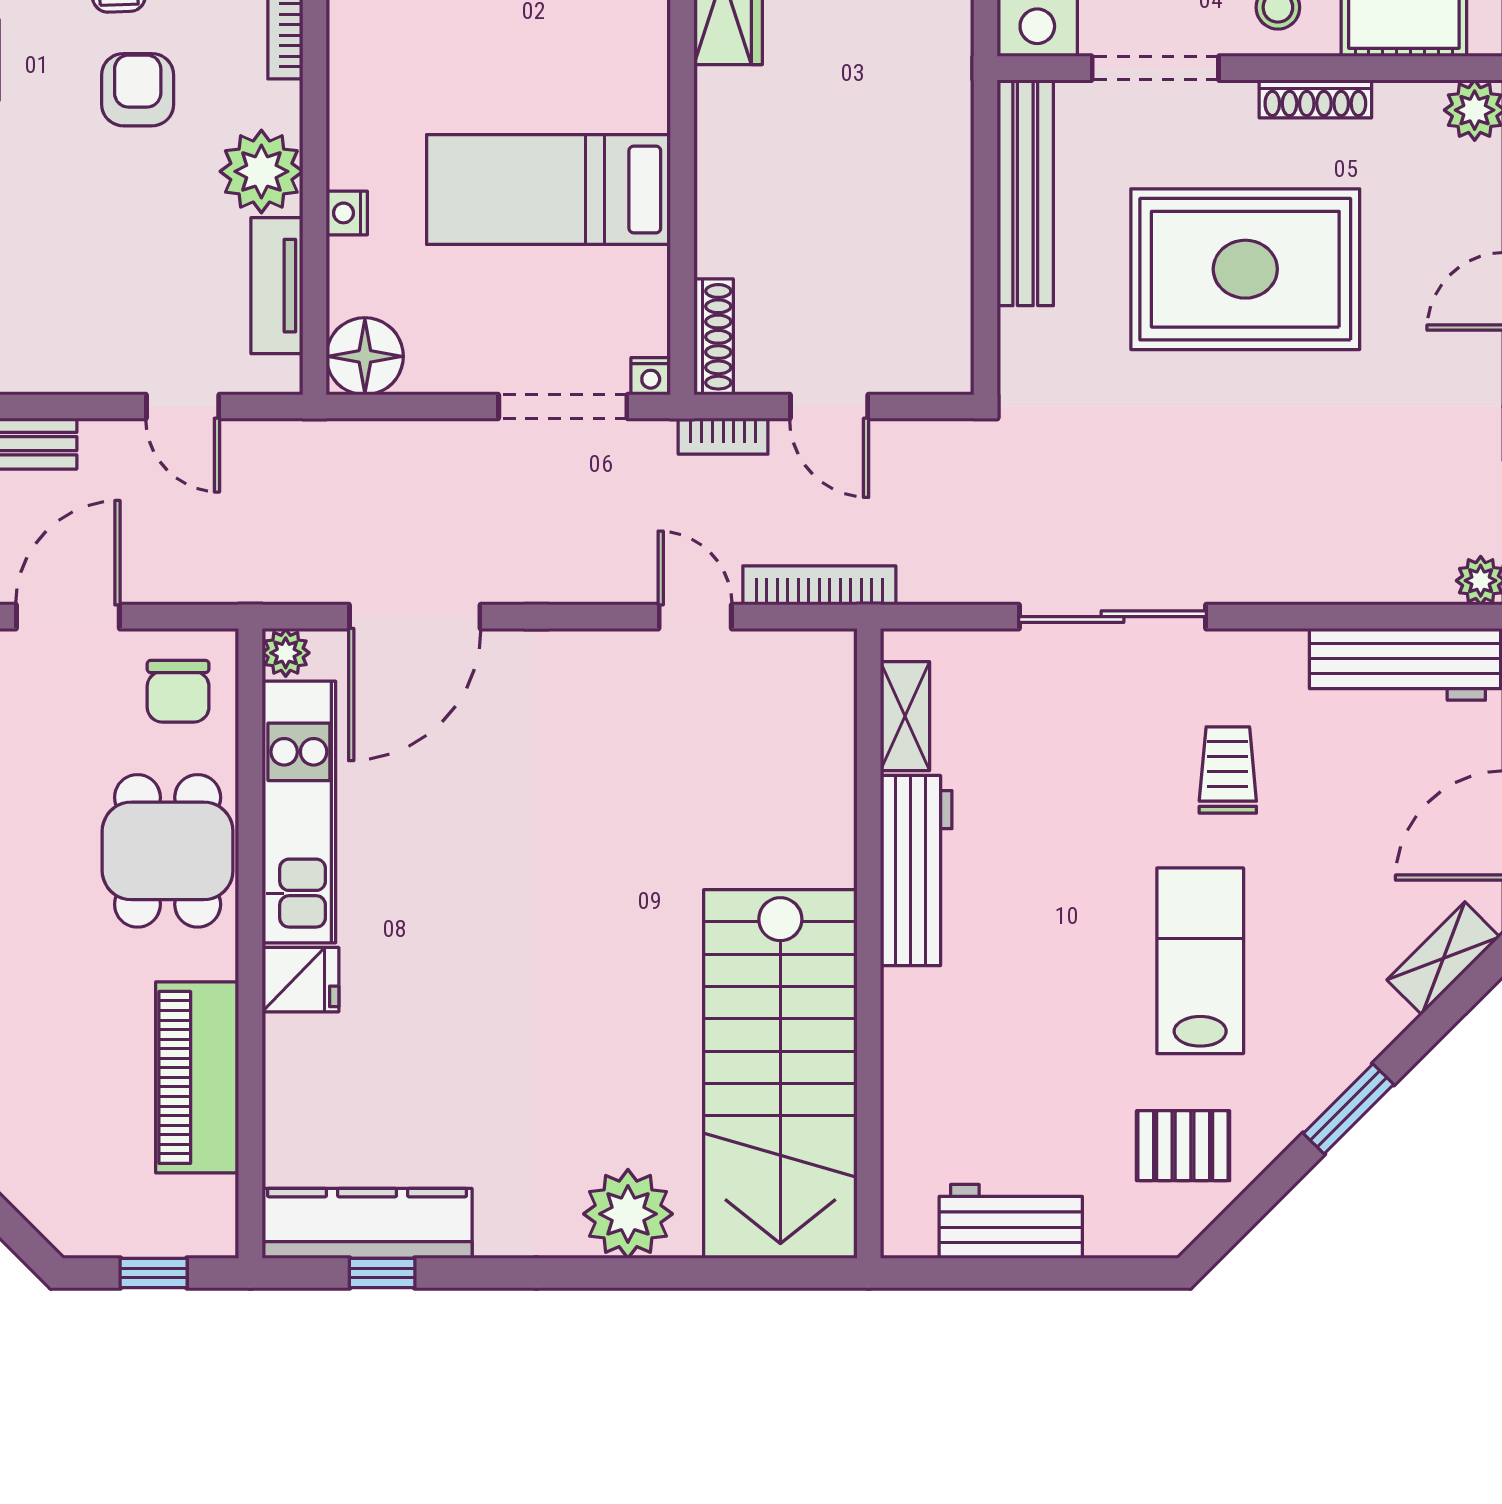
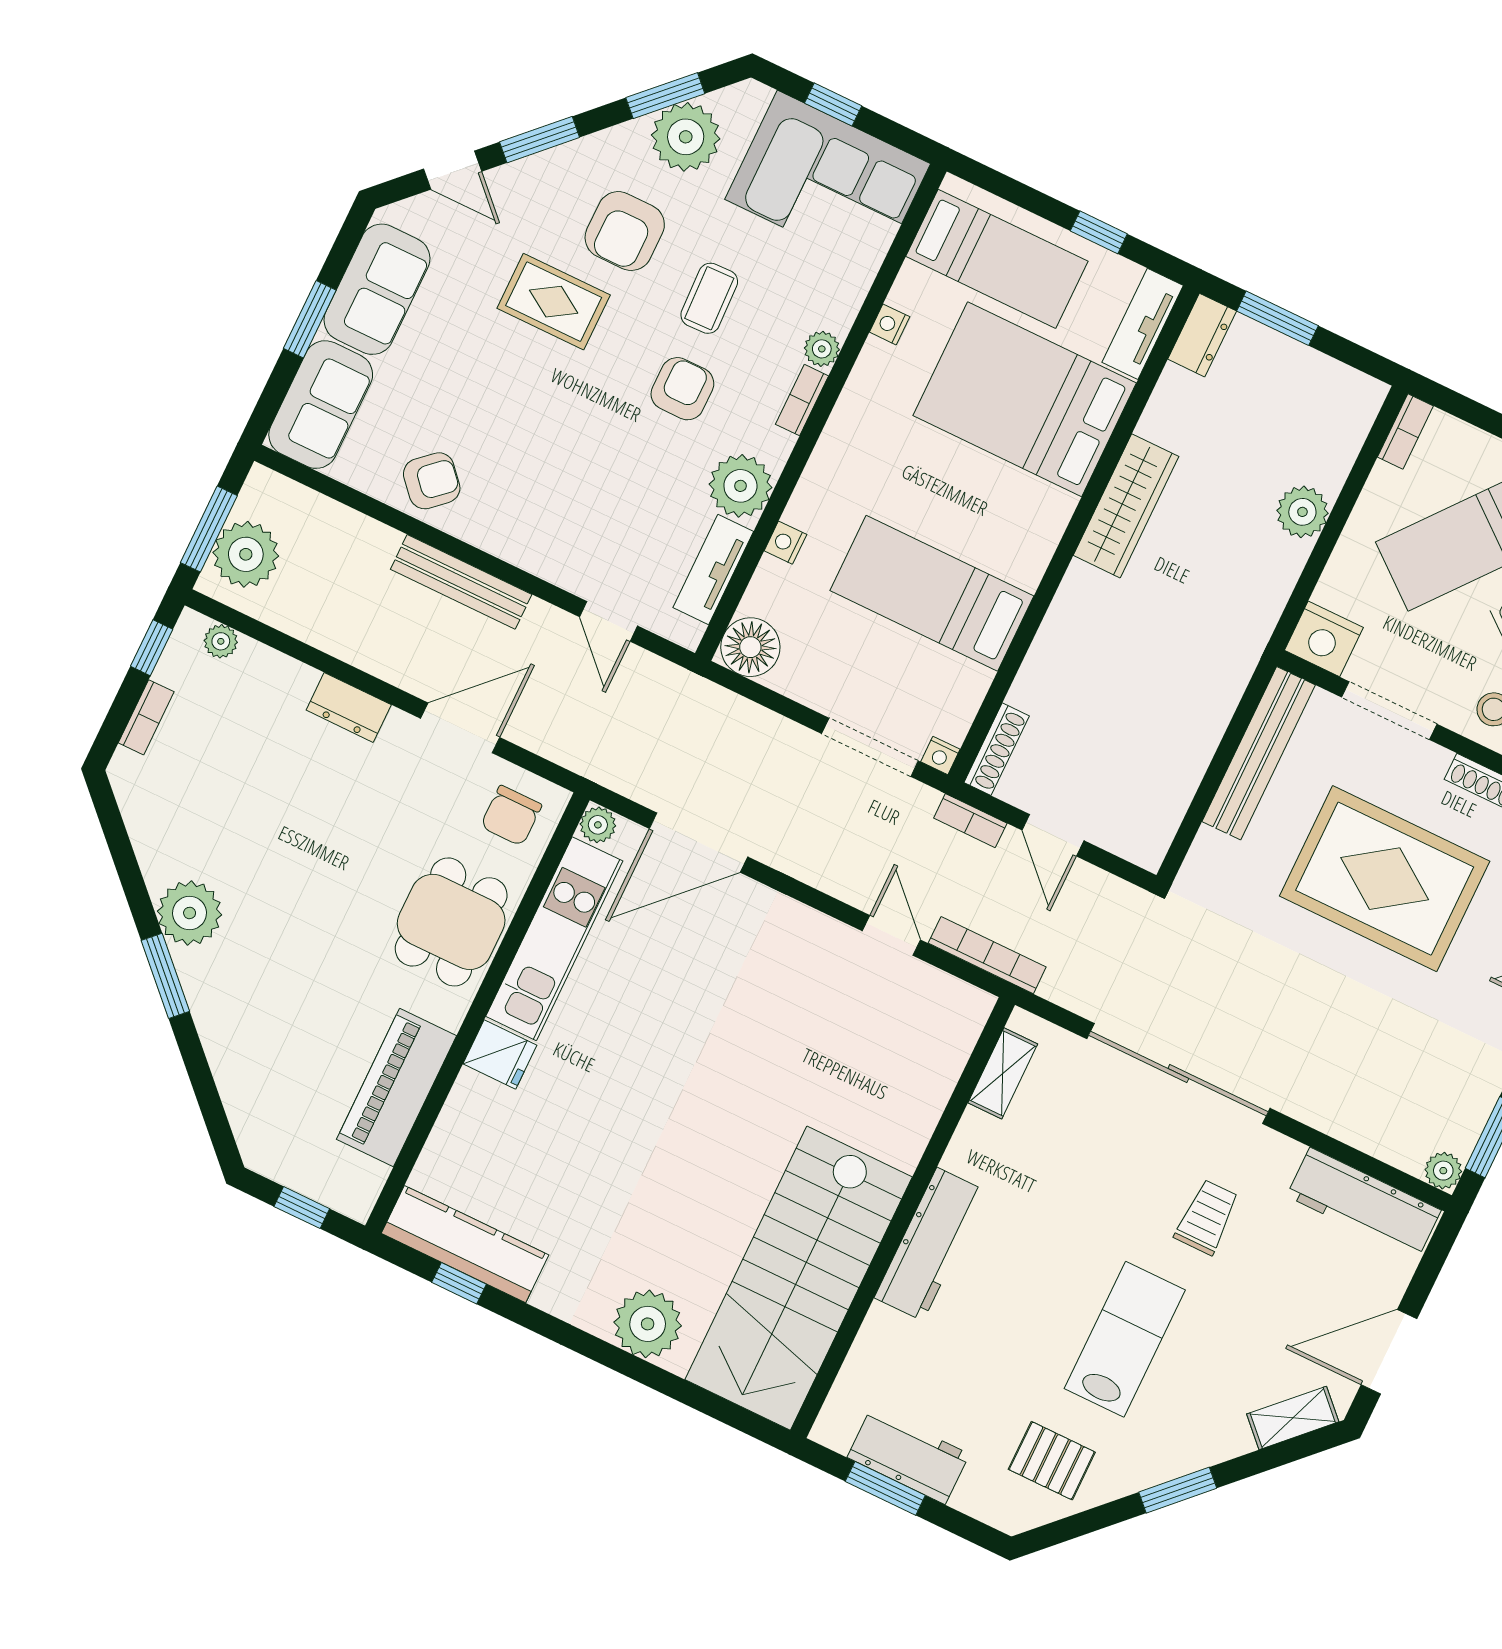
sliding door: (1113, 617) -> (1178, 1074), width x1.36
workbench: (916, 871) -> (930, 1244), moved
window: (1002, 1273) -> (885, 1488), added

